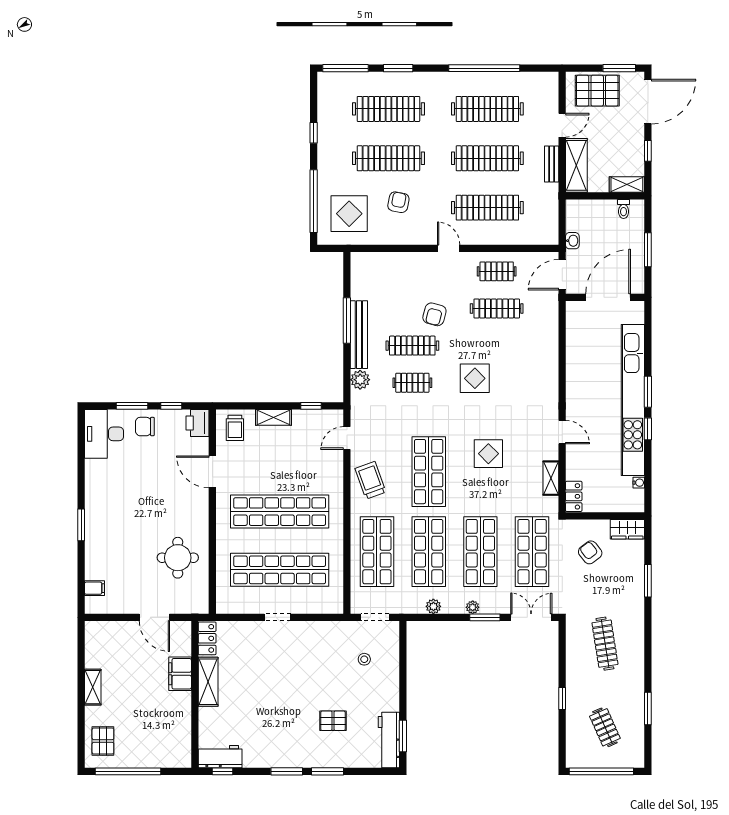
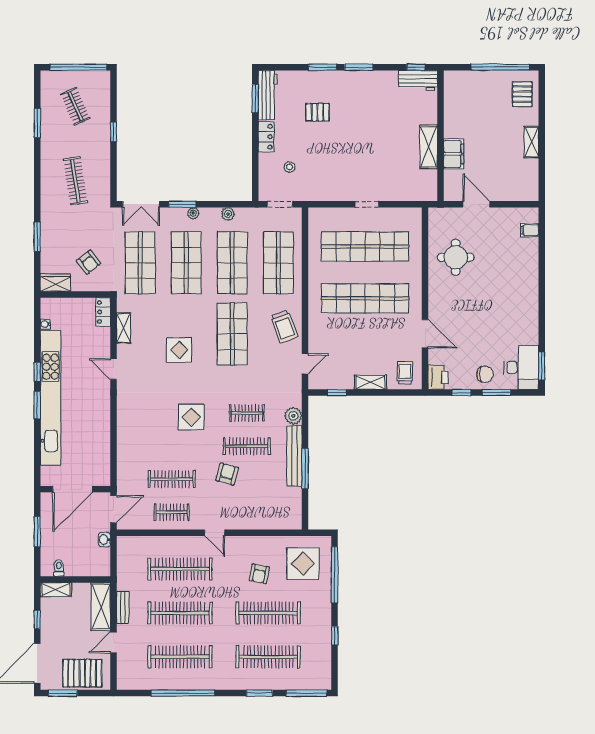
window: (81, 525) -> (542, 366), moved
locker: (207, 638) -> (266, 137), moved, turned 180

